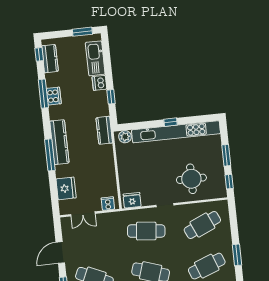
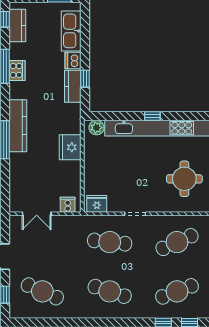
kitchen counter: (104, 130) -> (73, 86), moved
round table: (191, 179) -> (184, 179), moved
fridge: (66, 188) -> (70, 147), moved, turned 180

